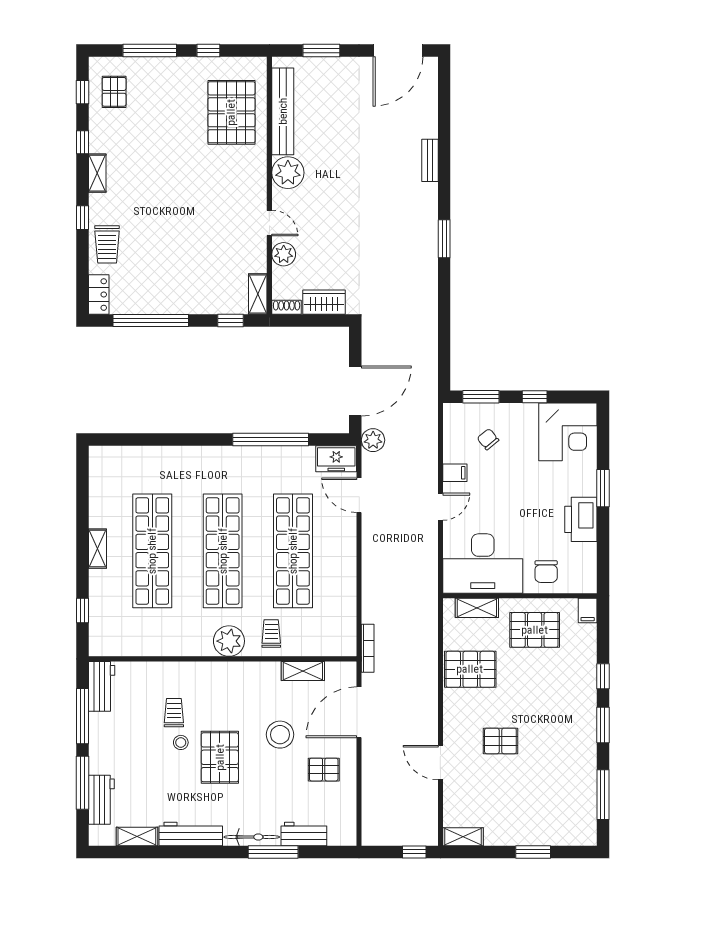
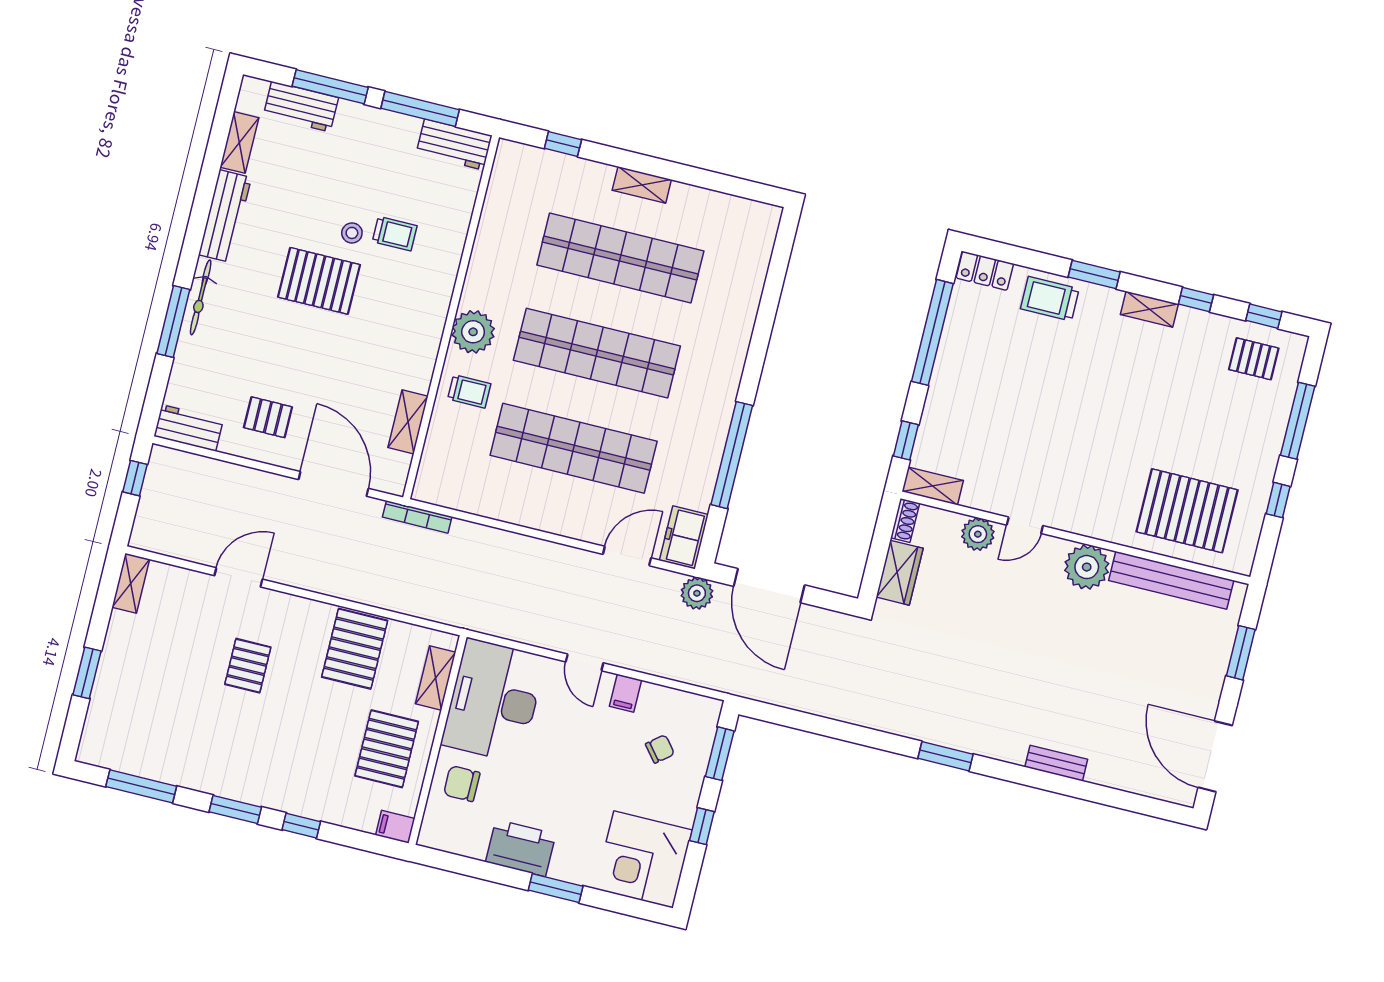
window: (83, 218) -> (1094, 274), width x1.50
stool: (280, 735) -> (330, 370), removed
pallet: (324, 770) -> (268, 417), turned 90
workbench: (304, 834) -> (189, 428), moved, turned -90
window: (414, 852) -> (135, 478), moved

